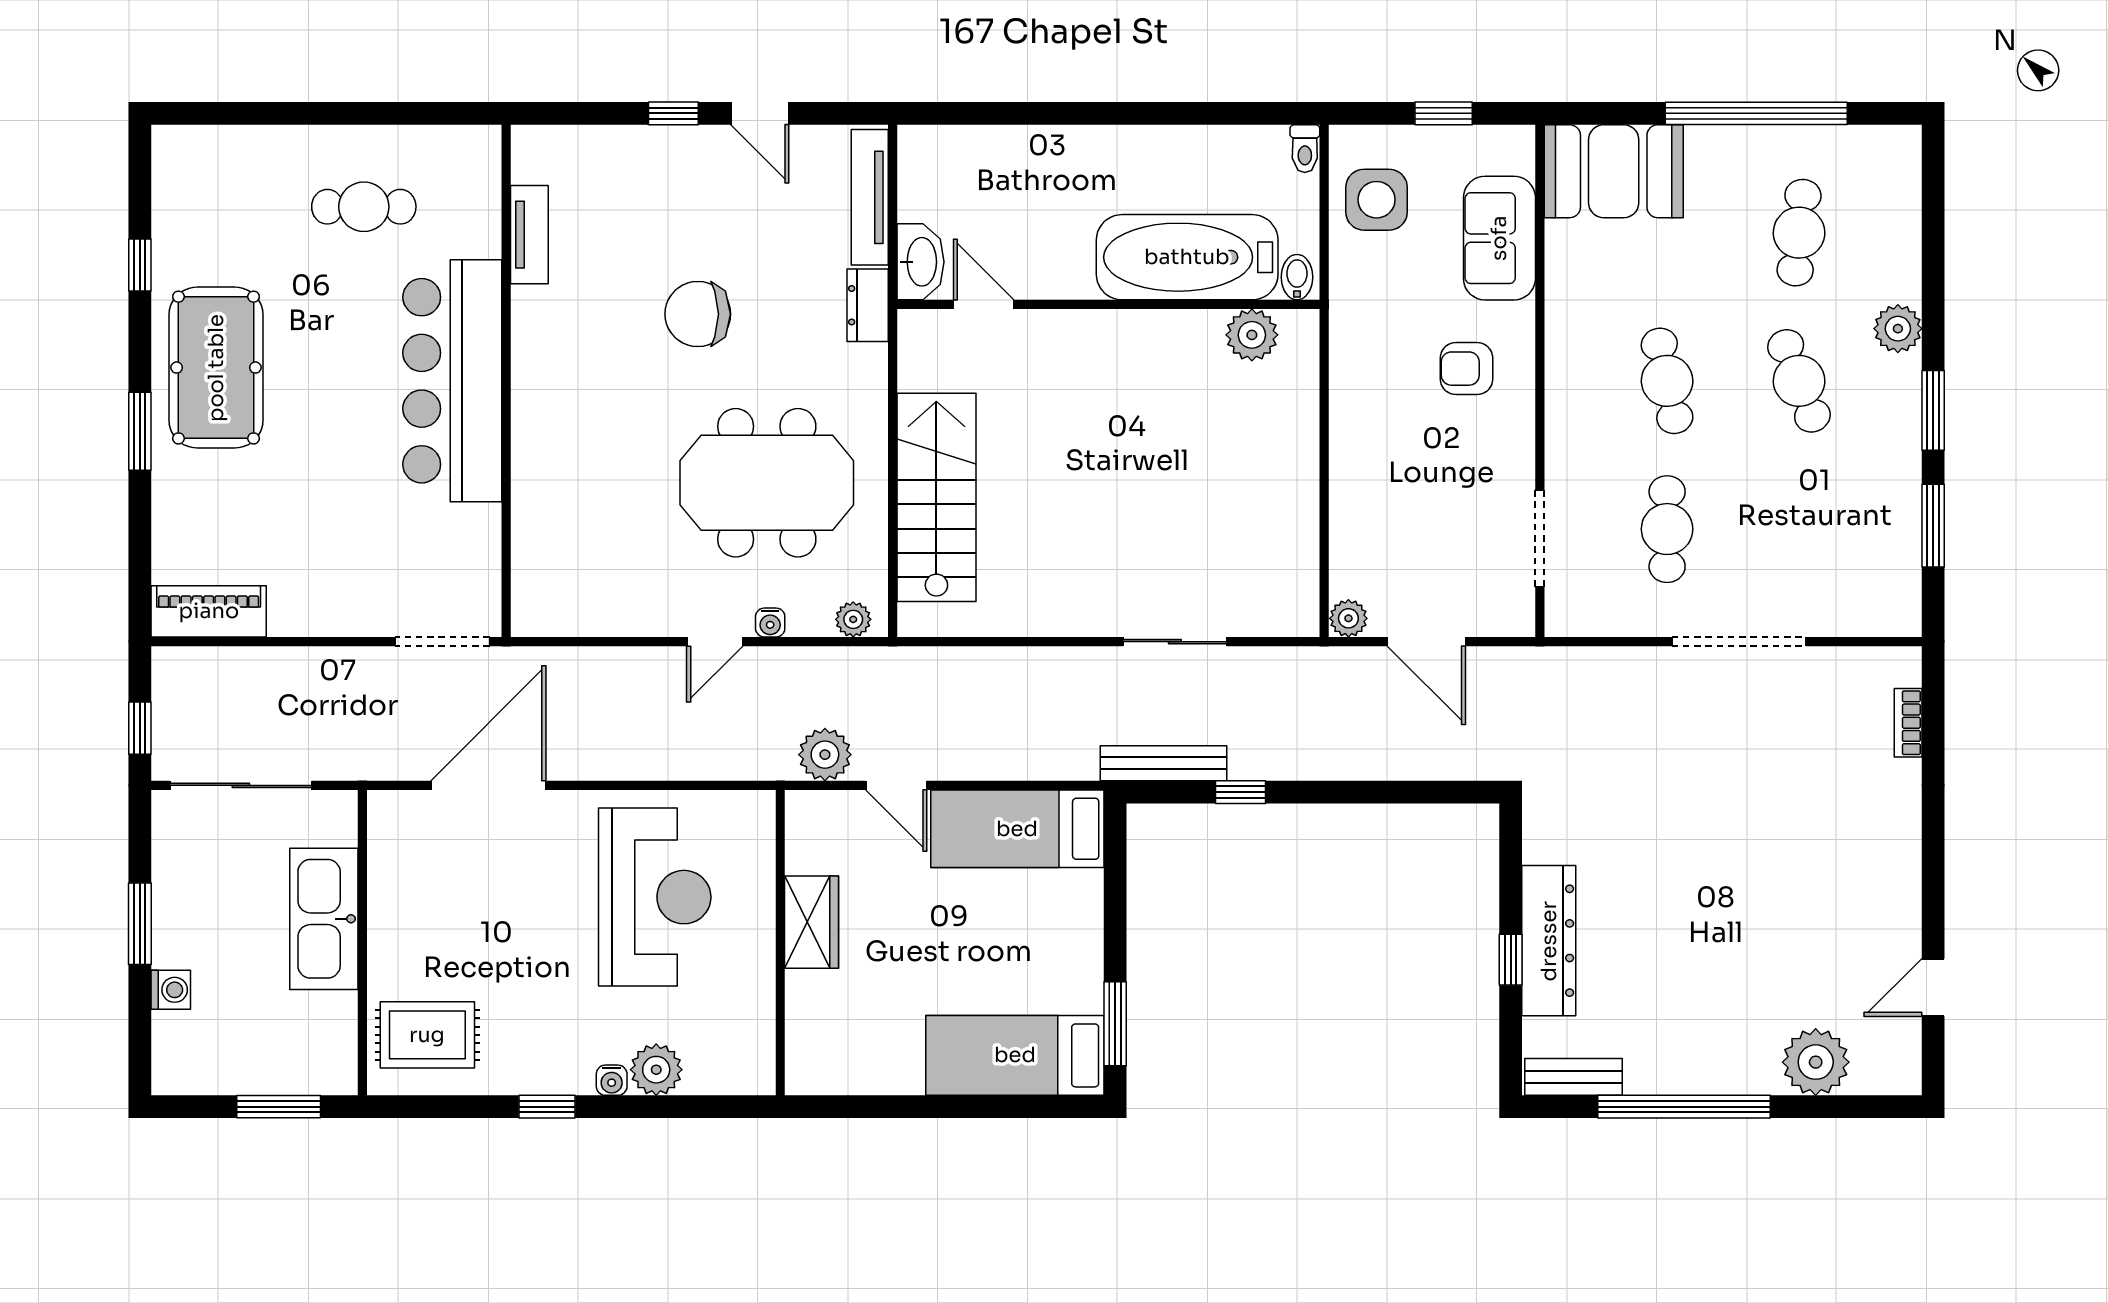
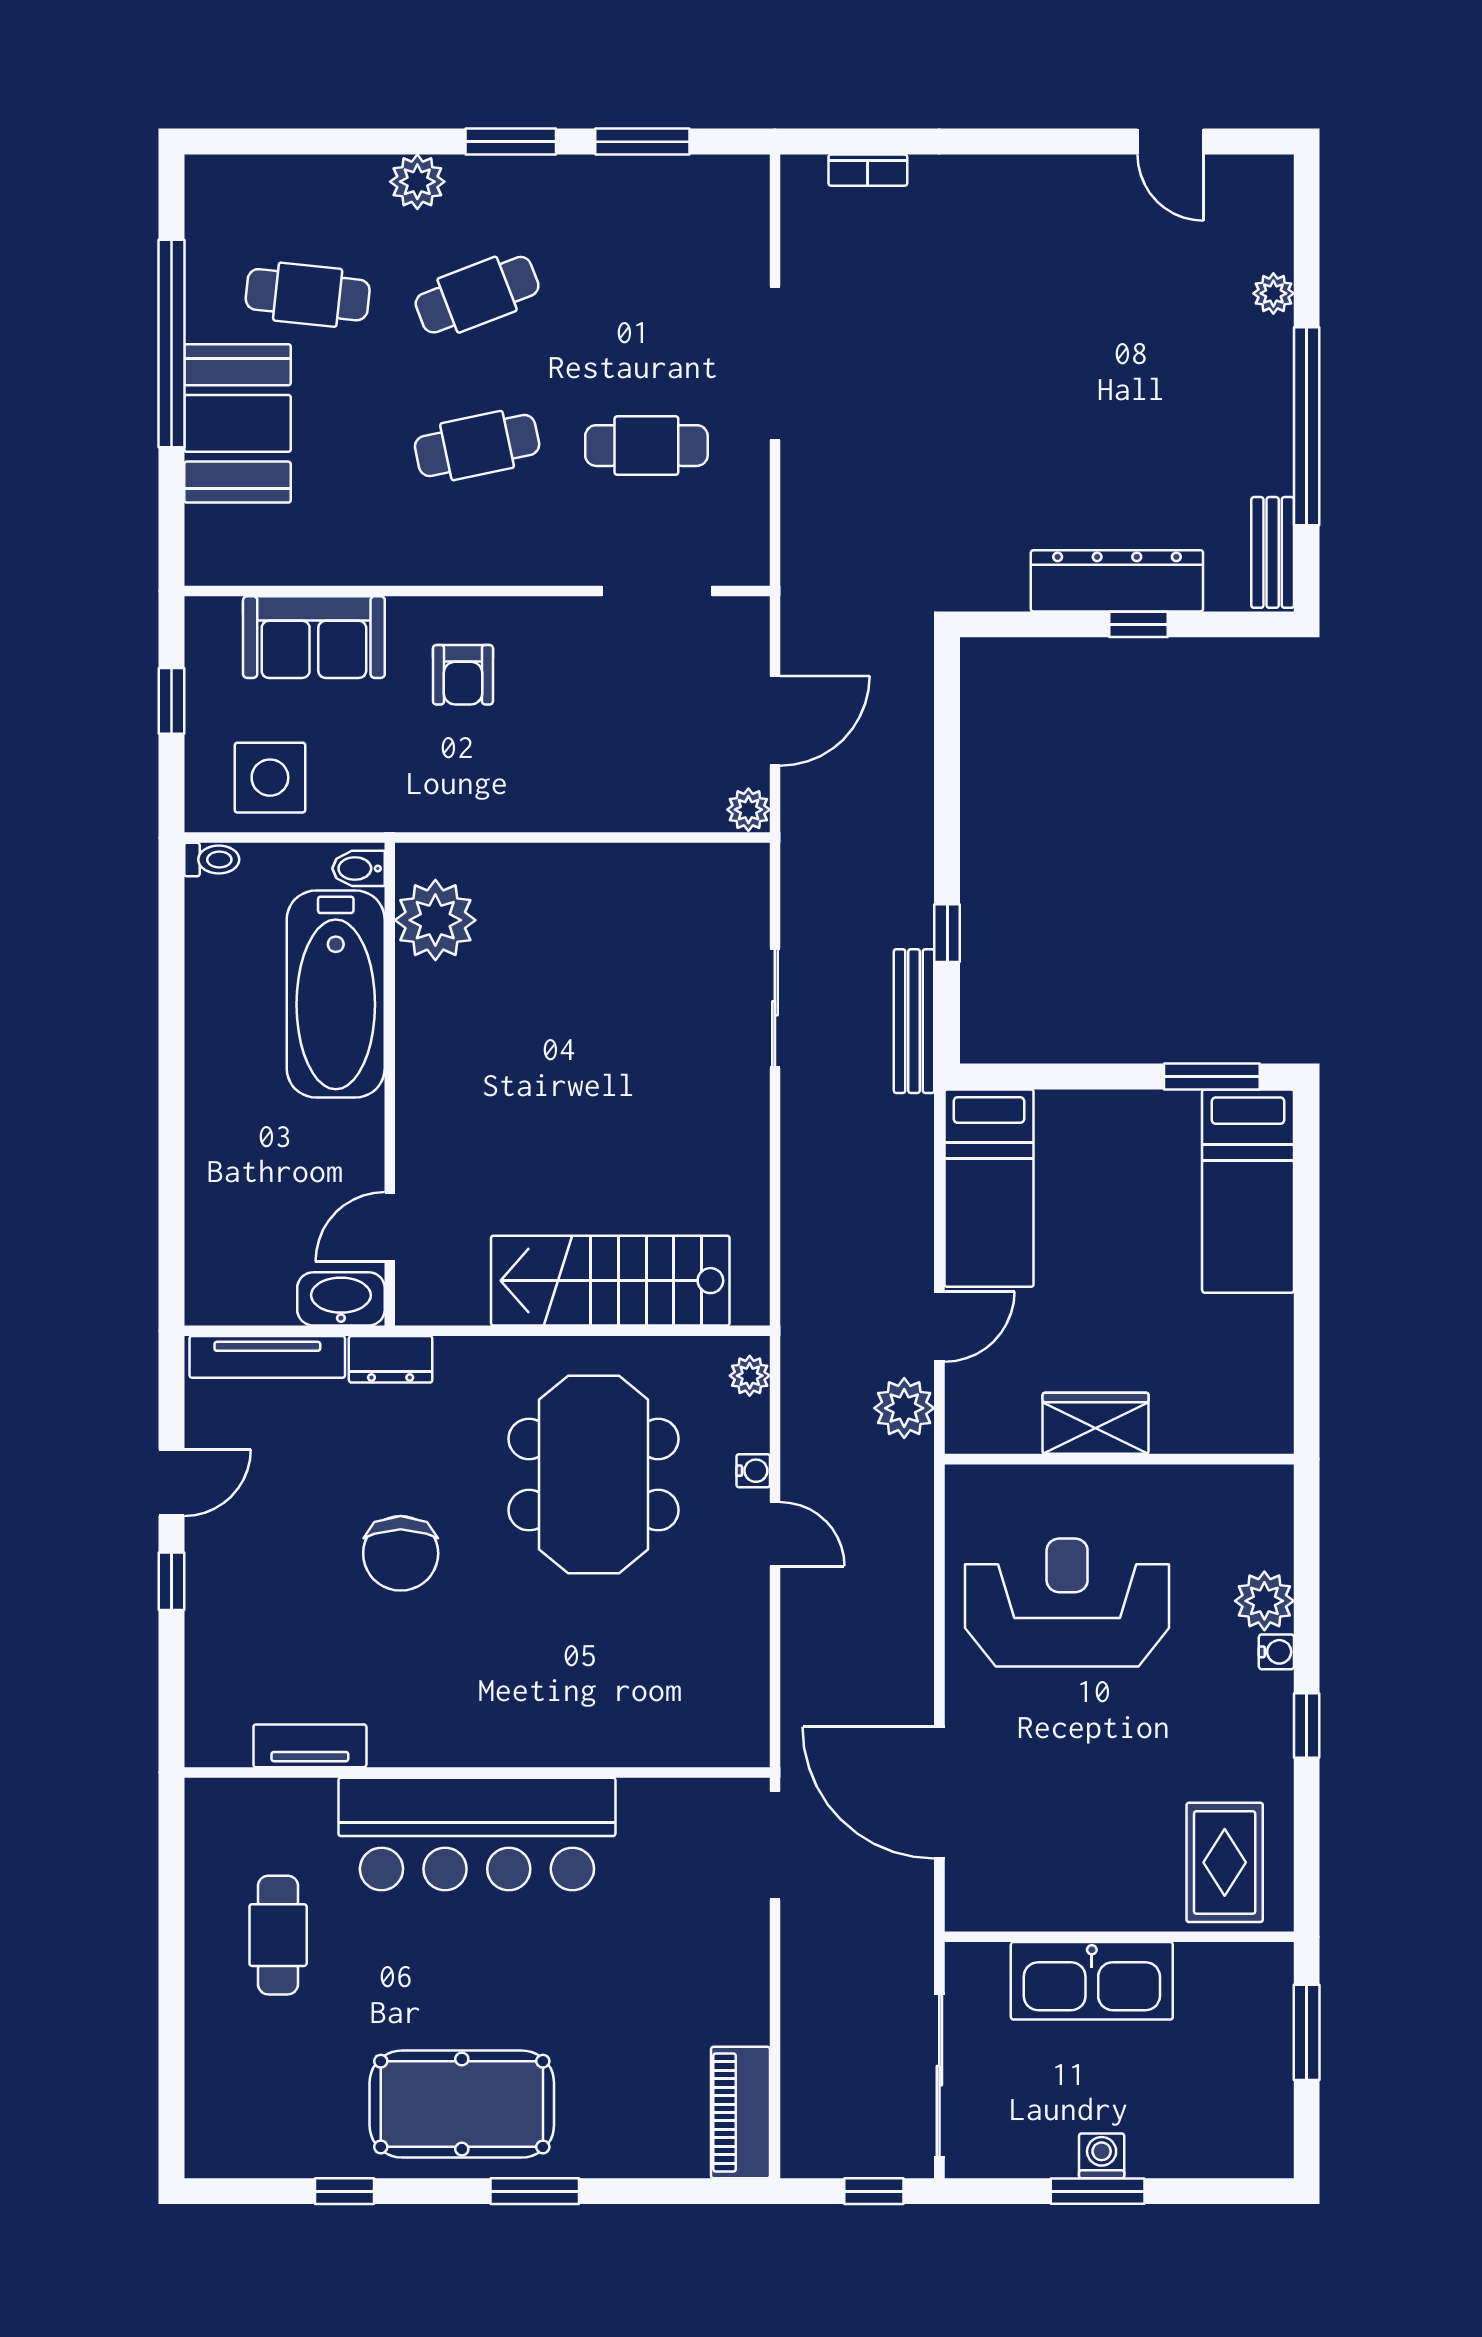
booth: (1614, 171) -> (237, 423), moved
plant: (1252, 335) -> (435, 920), width x1.36, depth x1.36
washing machine: (171, 990) -> (1102, 2156), moved
plant: (1816, 1062) -> (1273, 293), width x0.53, depth x0.53

